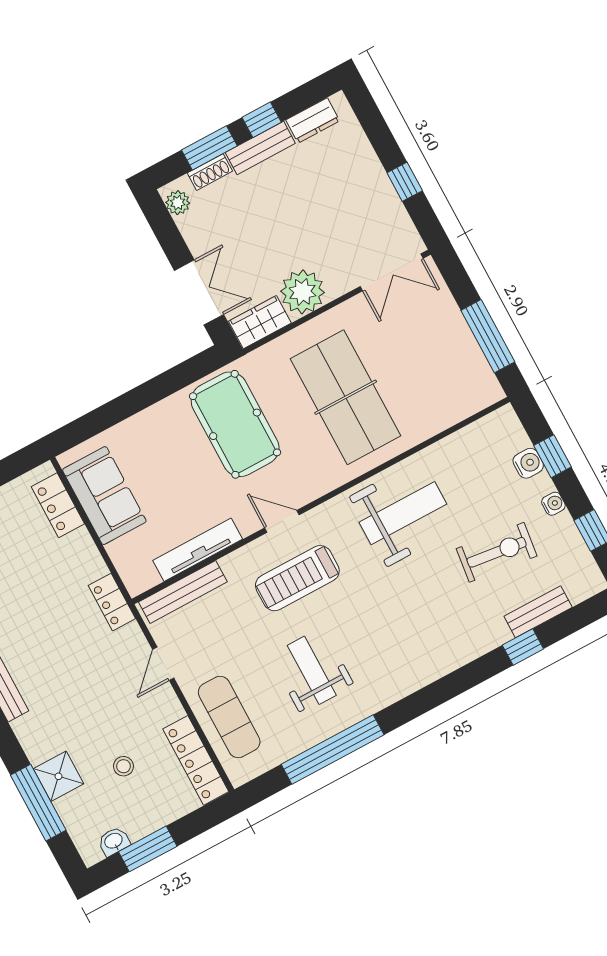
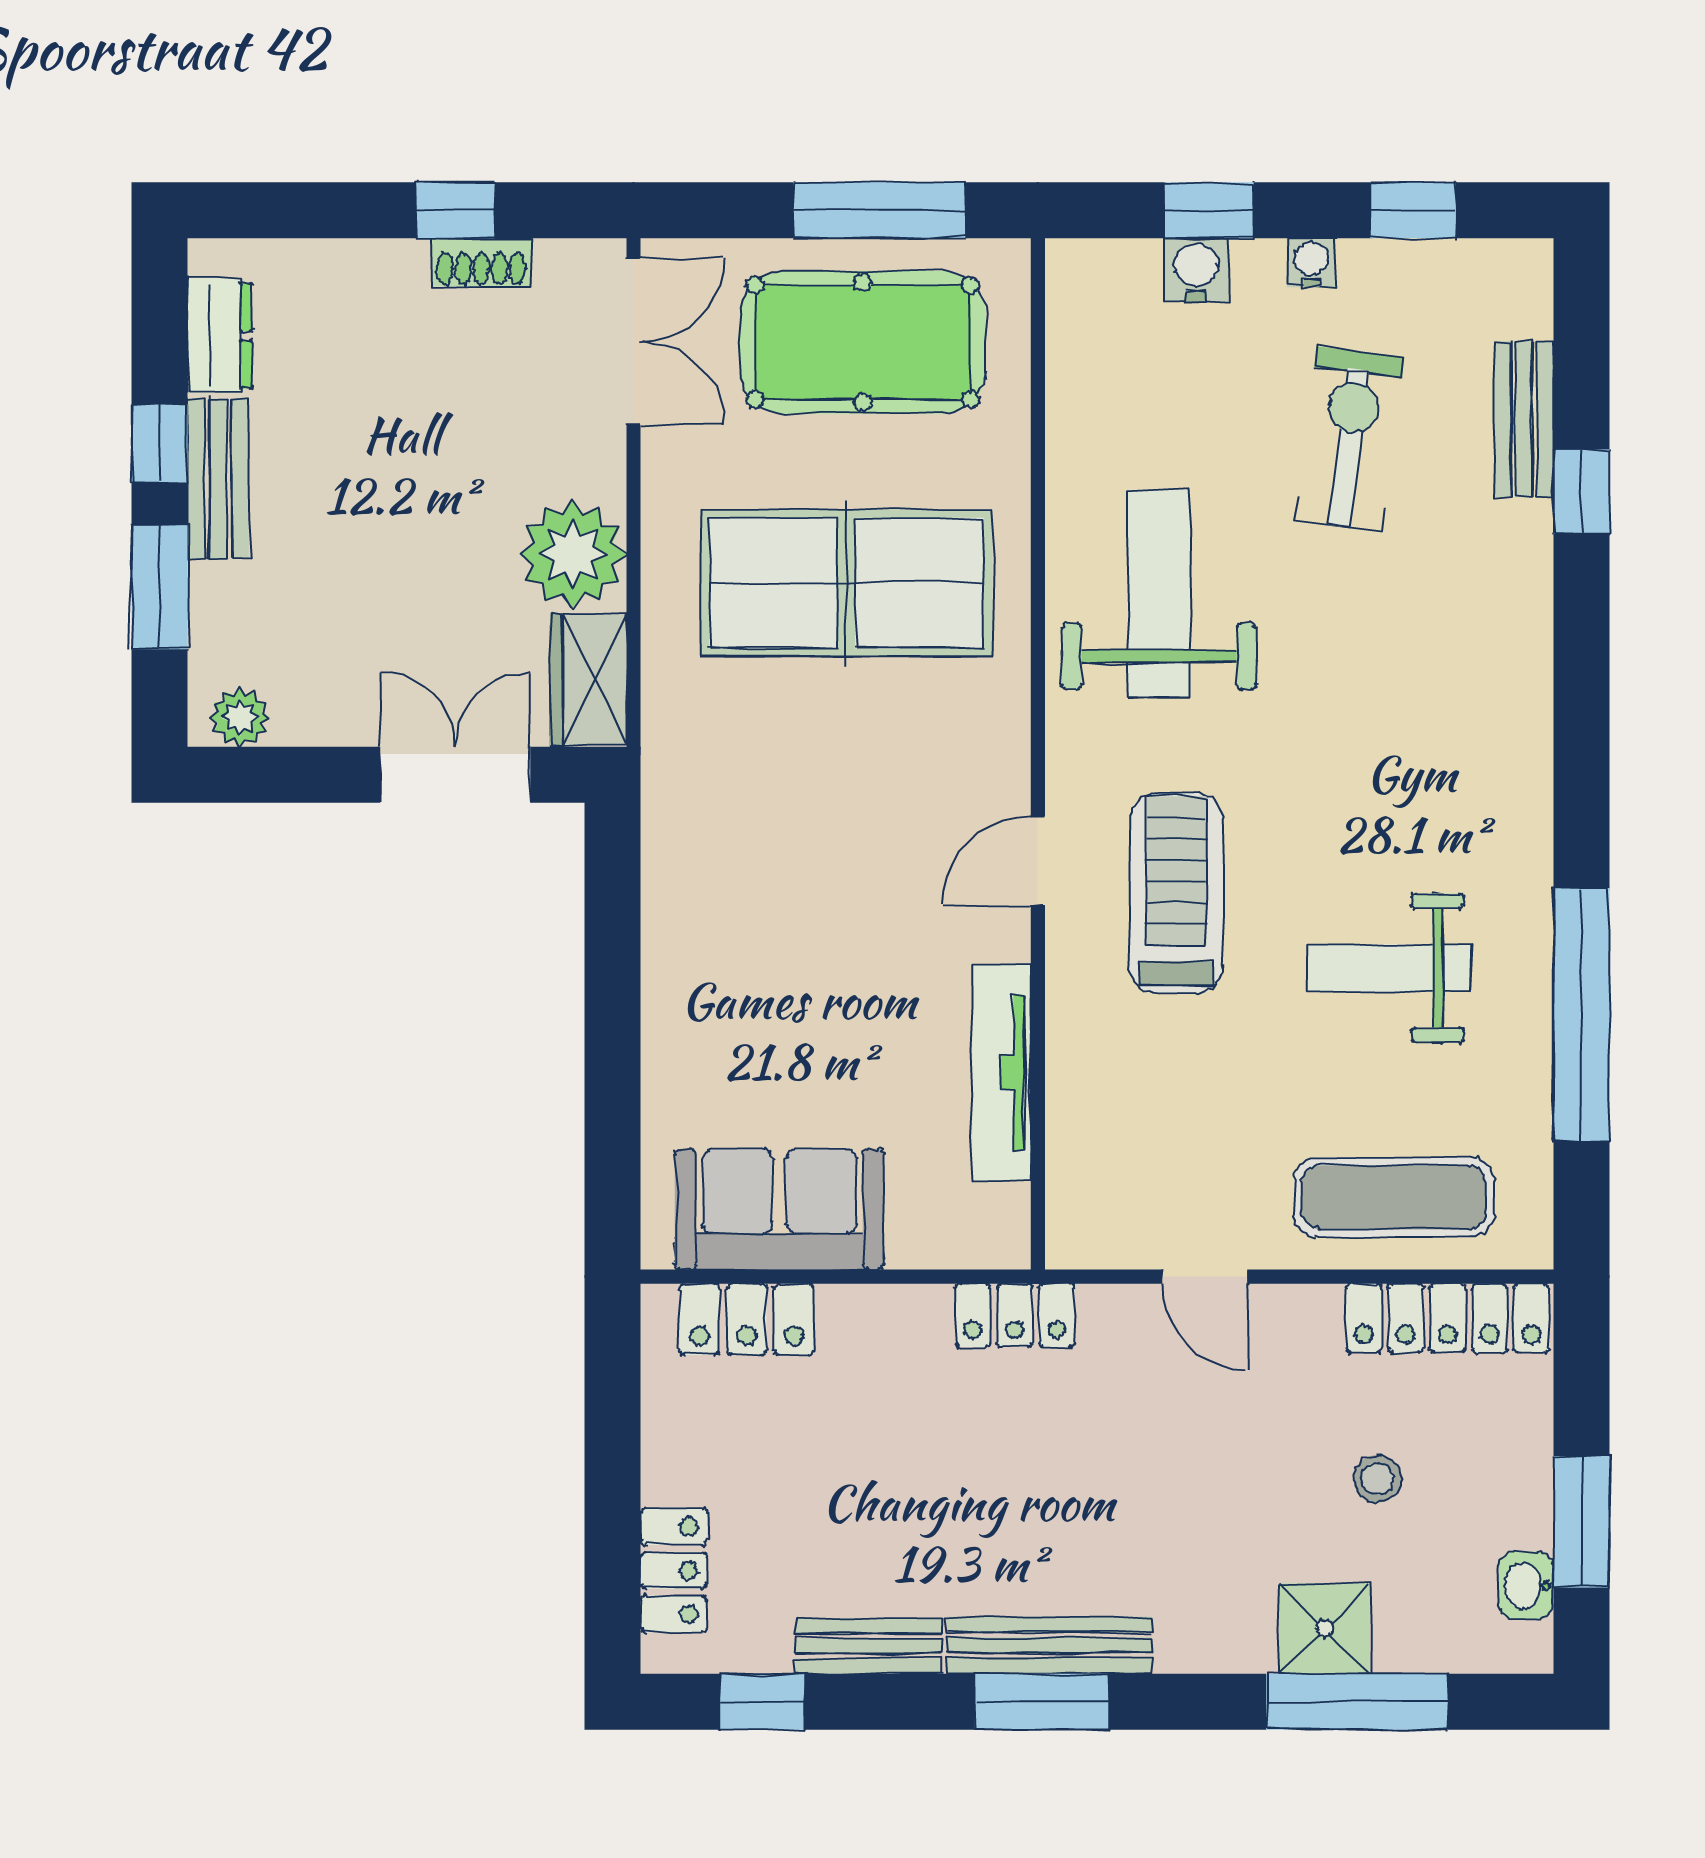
shoe rack: (210, 172) -> (481, 262), moved, turned 90
pool table: (235, 424) -> (863, 342), moved
treadmill: (297, 578) -> (1176, 893), turned 180
bench: (183, 592) -> (1074, 1152), removed

